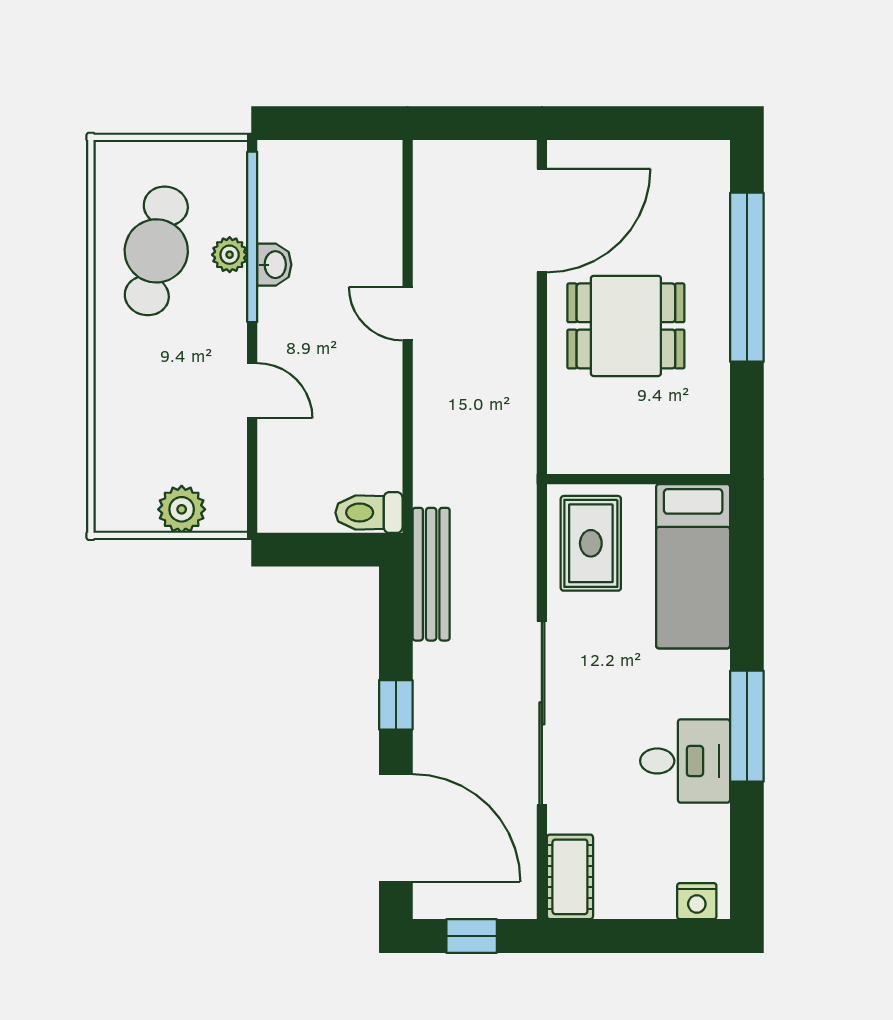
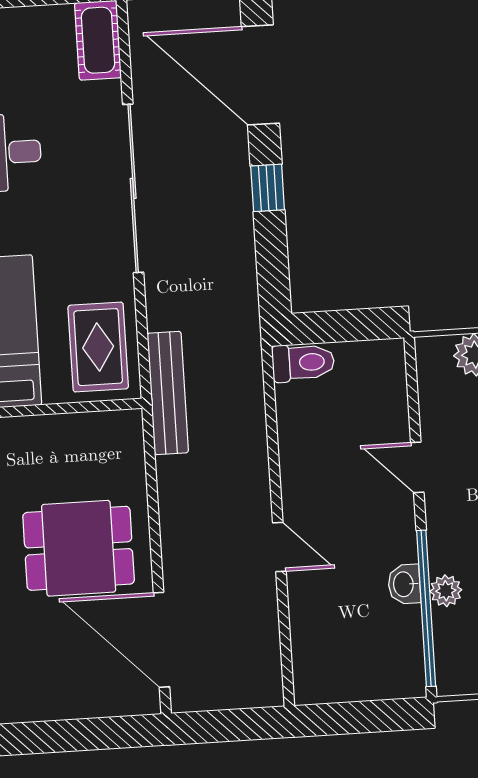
door: (542, 221) -> (162, 640), hinge flipped
bench: (431, 574) -> (168, 393), moved

